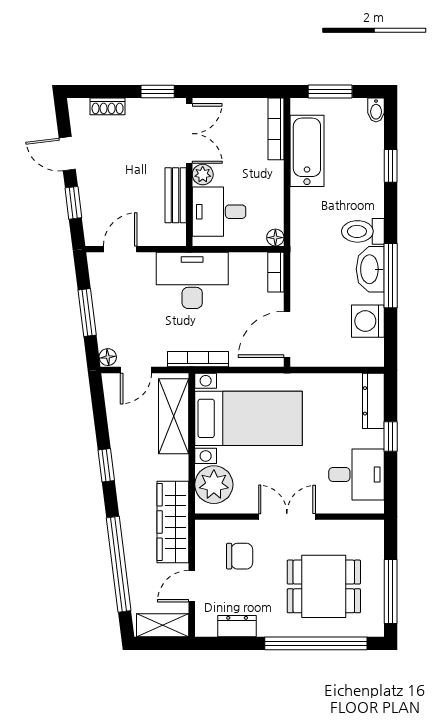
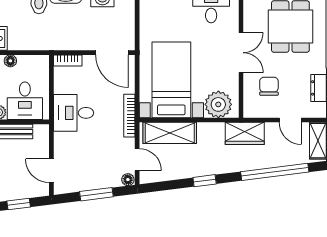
floor lamp: (275, 238) -> (10, 61), moved
desk: (192, 280) -> (74, 113), width x0.73
double door: (287, 517) -> (241, 53), swing flipped
wardrobe: (173, 522) -> (245, 133), width x0.67

